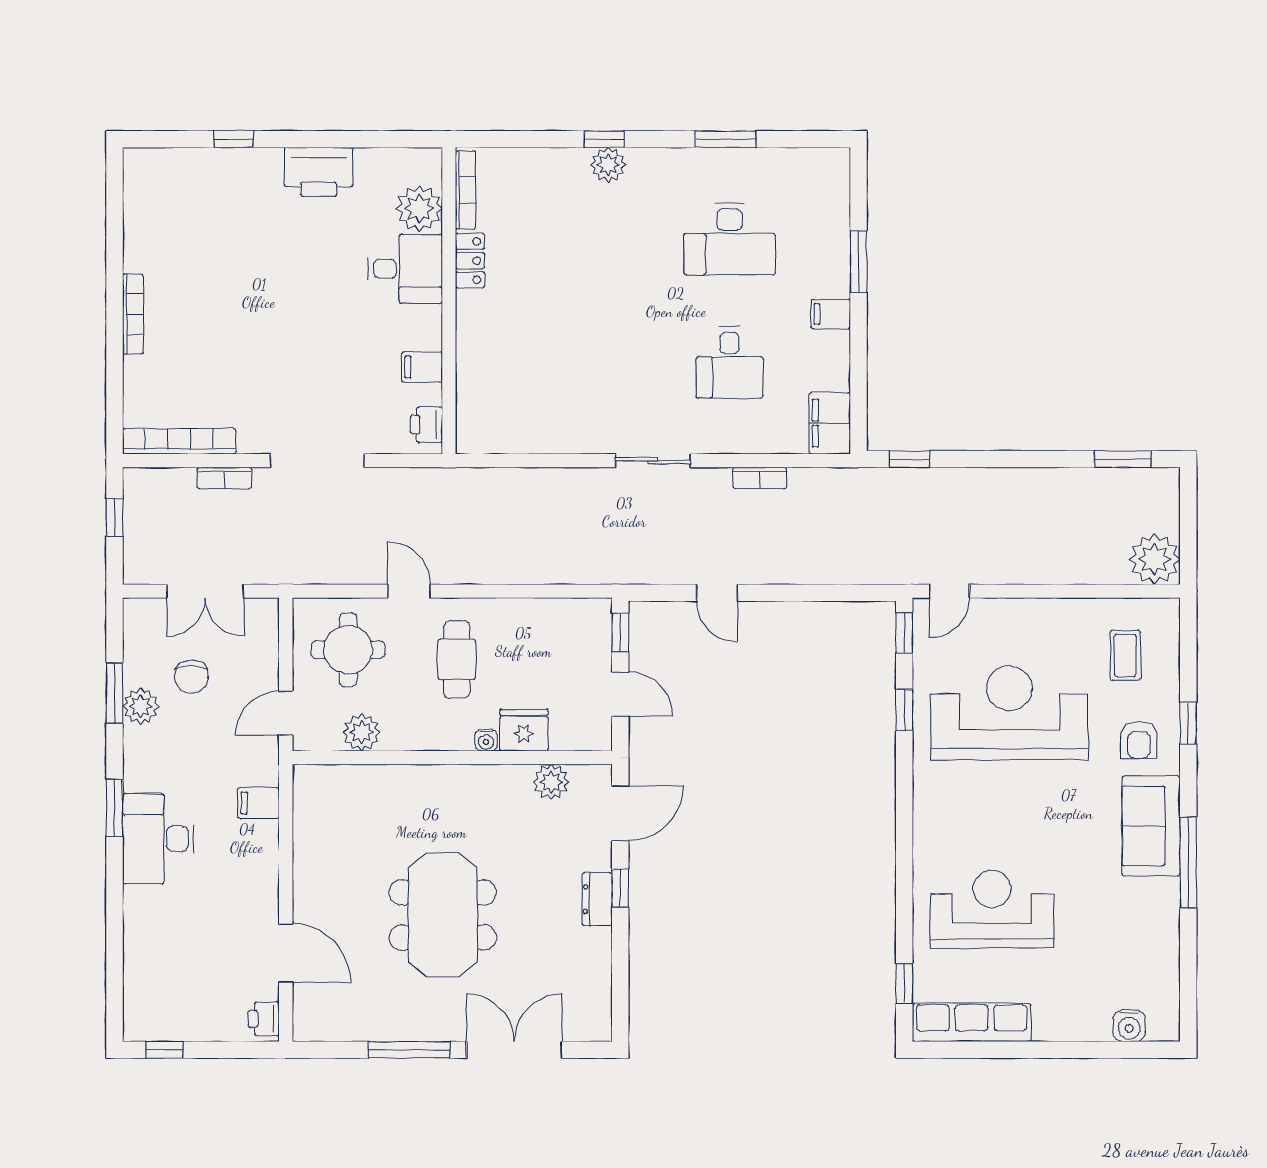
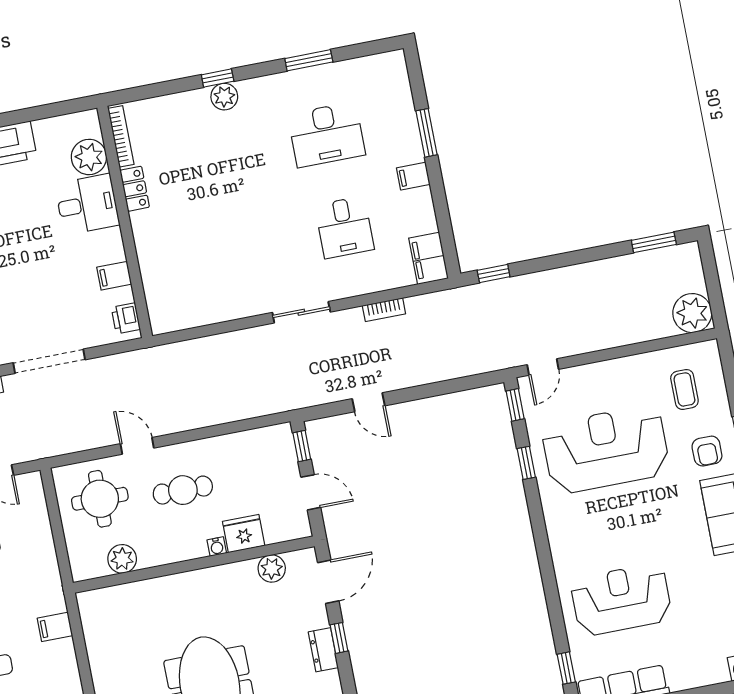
cafe table: (457, 659) -> (183, 490), turned 90
door: (286, 713) -> (62, 556), removed

